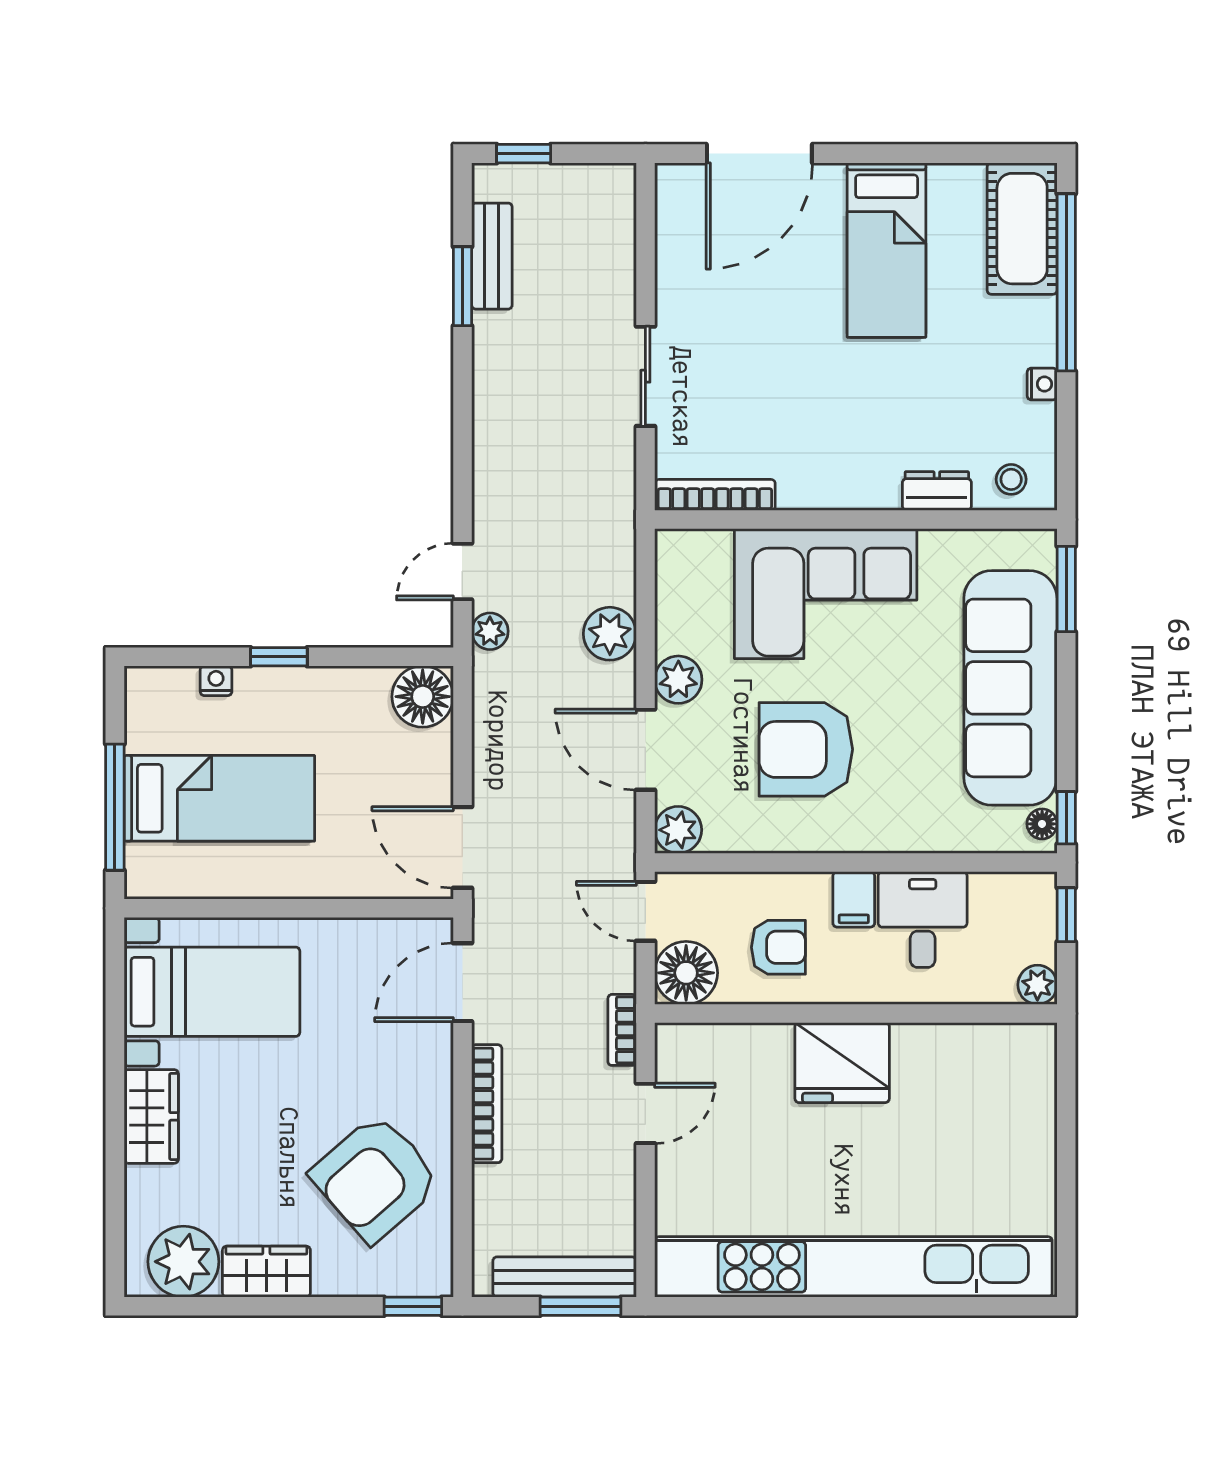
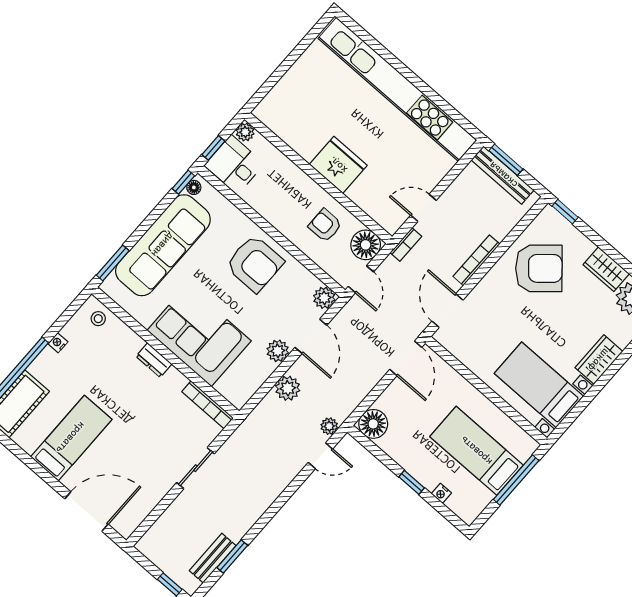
dresser: (937, 491) -> (154, 360), moved
armchair: (806, 749) -> (255, 264), moved
filing cabinet: (854, 899) -> (284, 219), removed
desk: (923, 920) -> (234, 165), moved, turned 90
door: (462, 982) -> (447, 311), swing flipped

